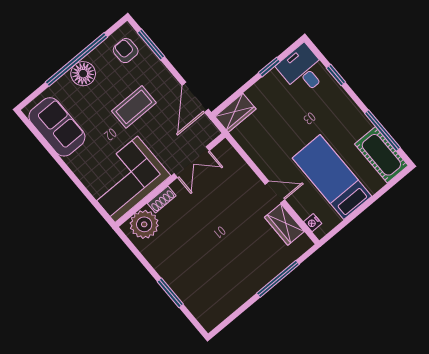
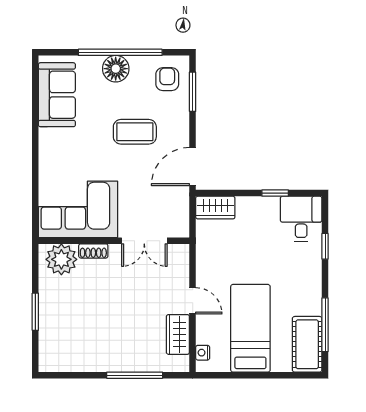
double door: (192, 162) -> (144, 241), moved
corner sofa: (126, 179) -> (78, 209), moved
wall: (170, 180) -> (114, 241), moved
shoe rack: (162, 199) -> (93, 251), moved
plant: (144, 224) -> (61, 259), moved

